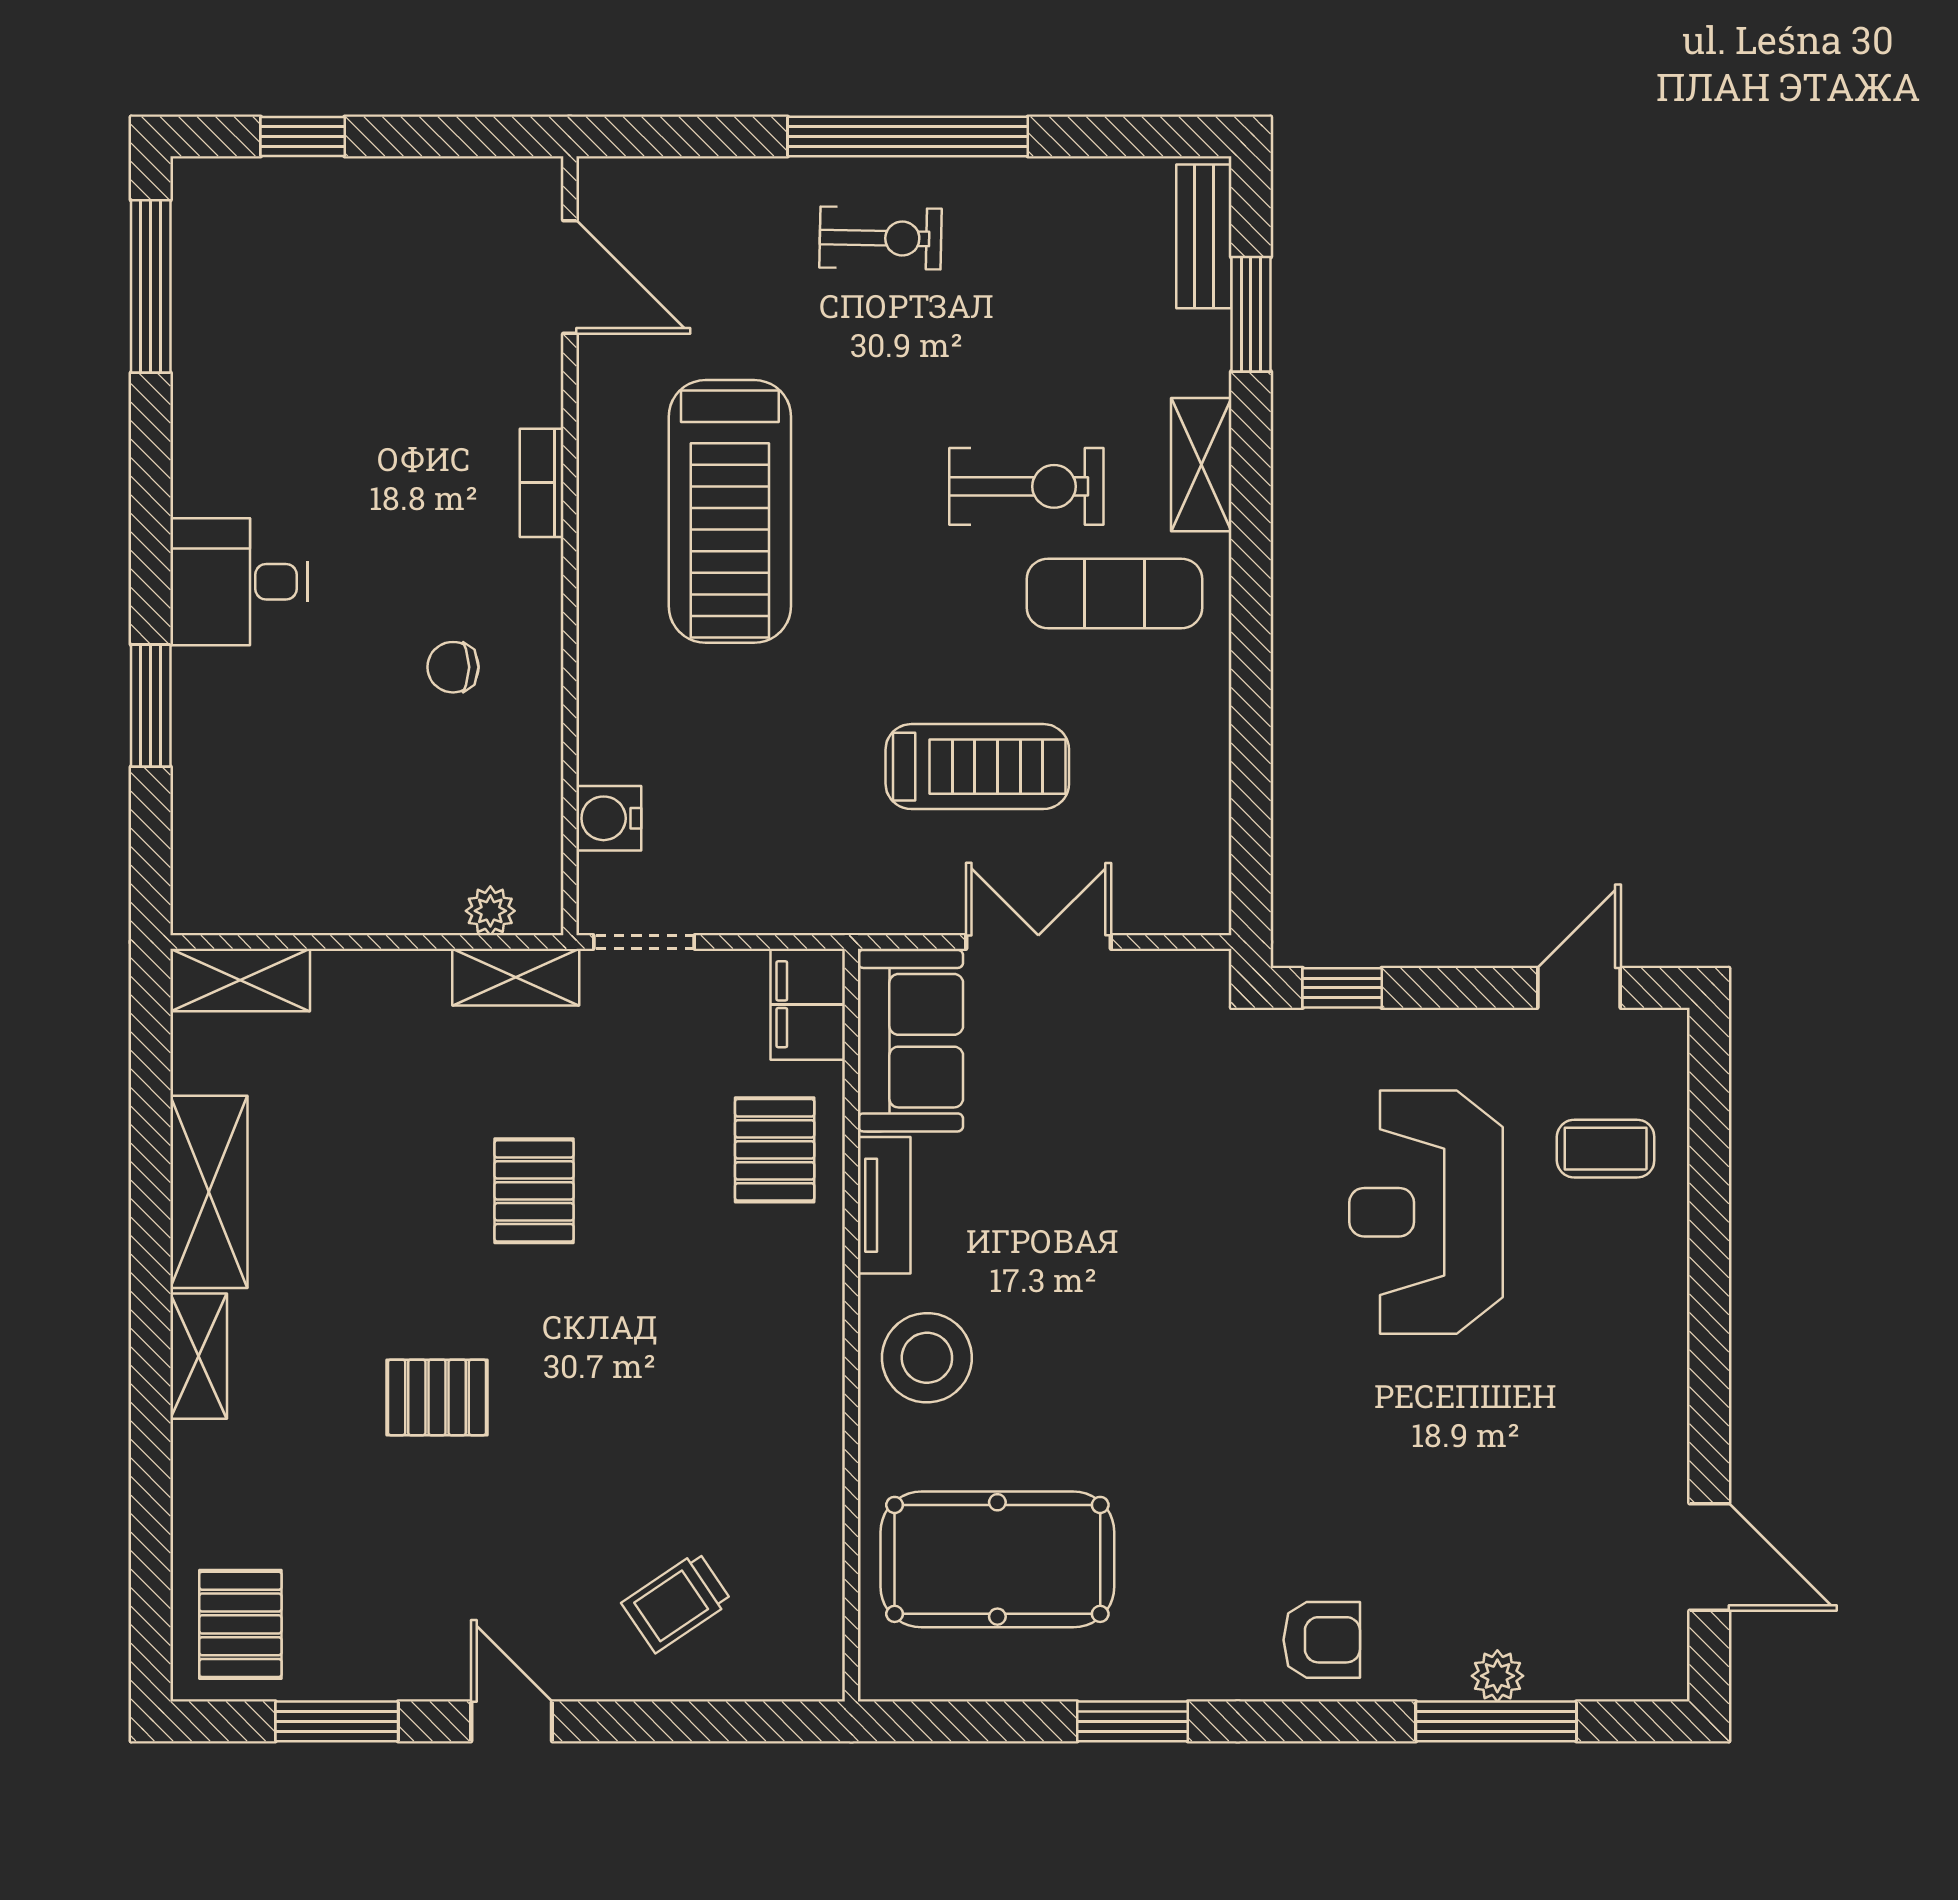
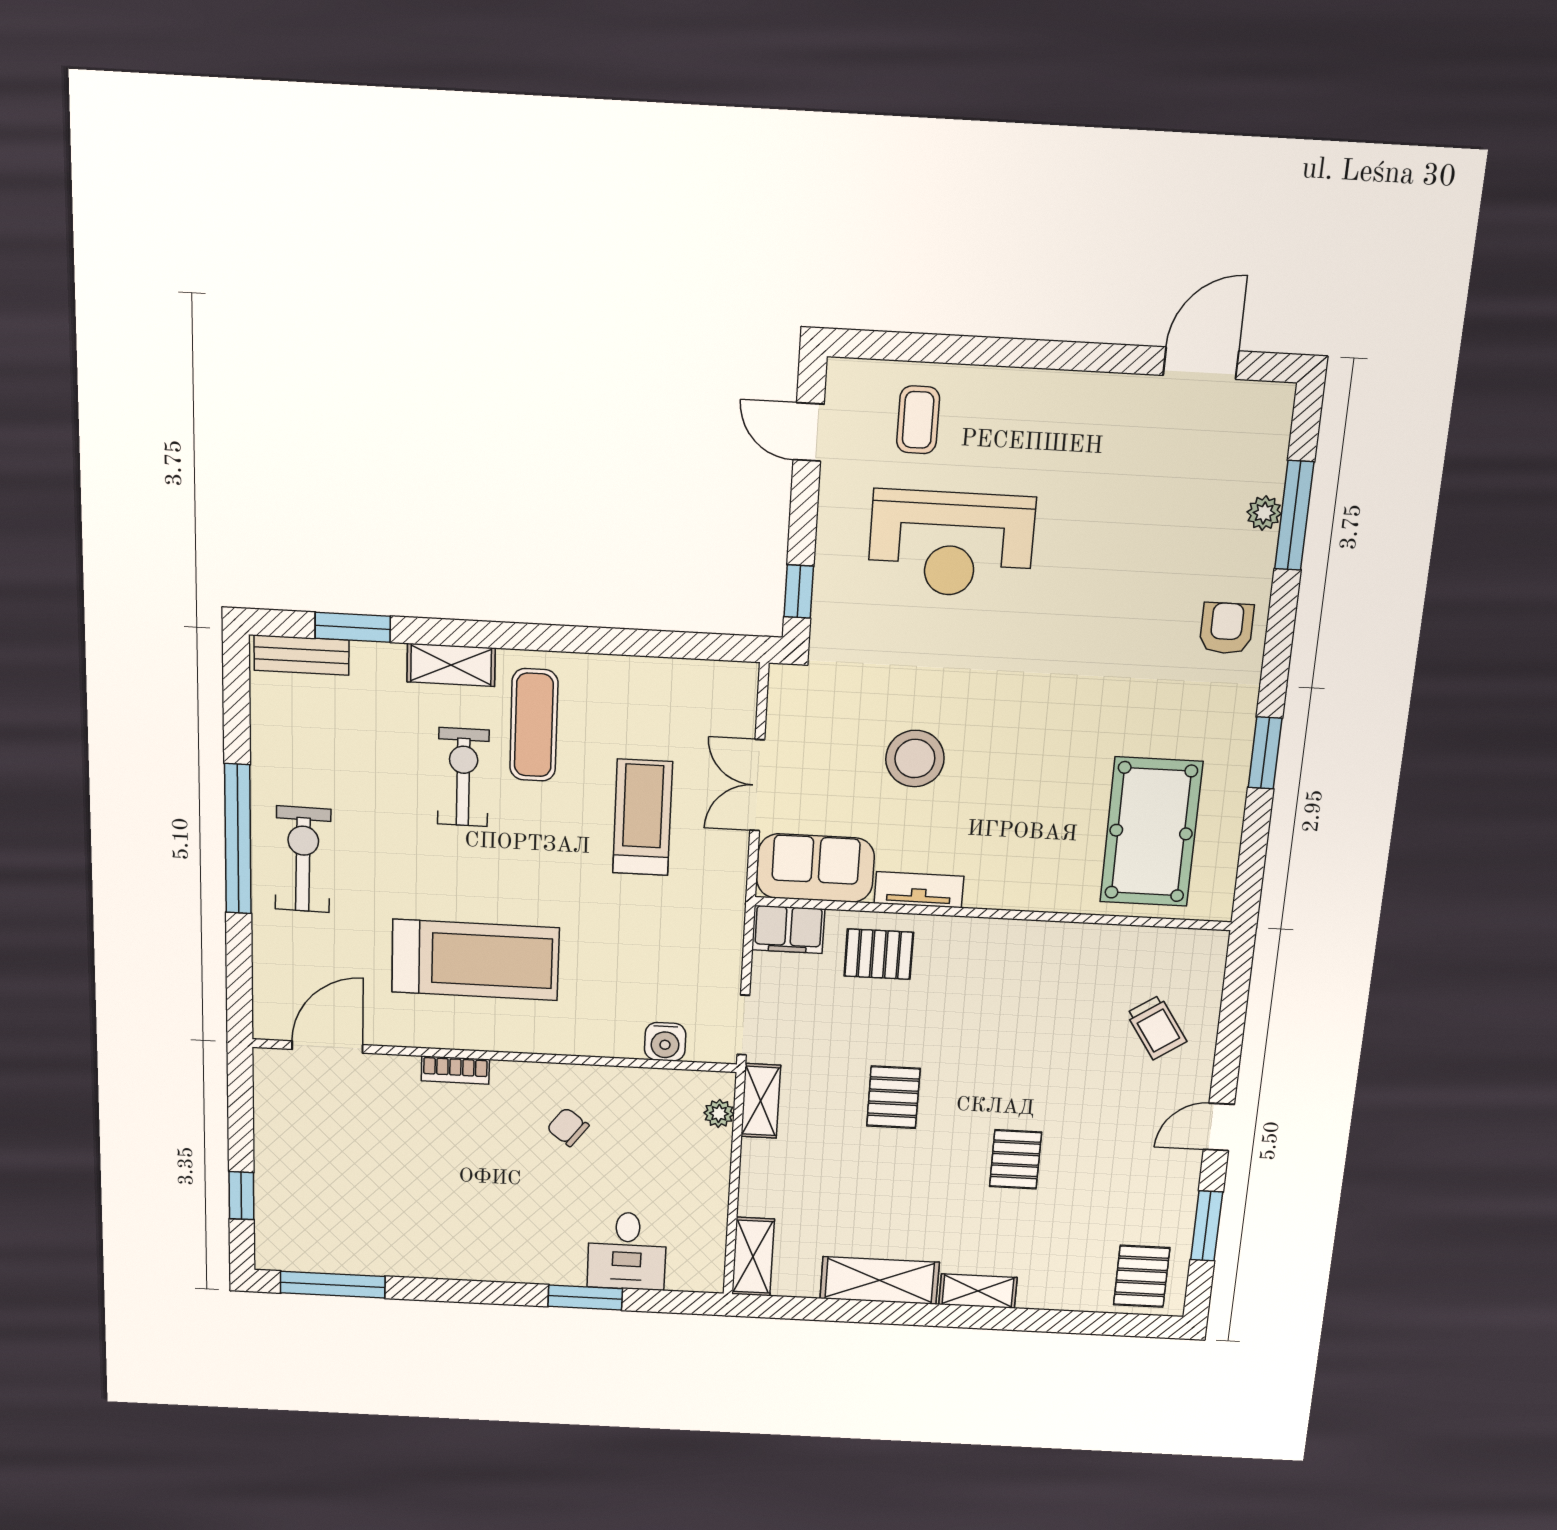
exercise bike: (881, 238) -> (303, 859), width x1.38, depth x1.39
desk: (239, 582) -> (627, 1251), moved
chair: (453, 667) -> (568, 1127), turned 127
pallet: (534, 1191) -> (893, 1097), turned 90
stool: (927, 1358) -> (915, 758), moved
pallet: (240, 1624) -> (1142, 1276), turned 90

